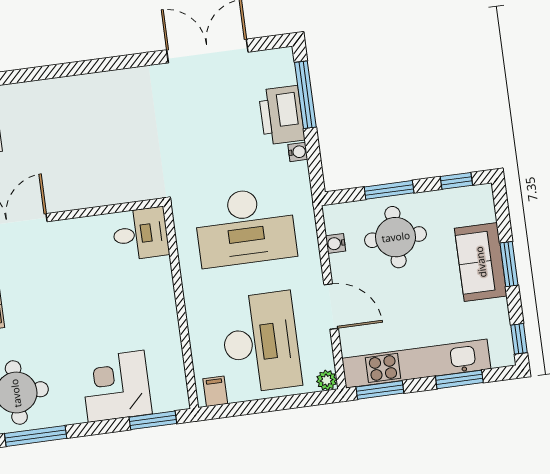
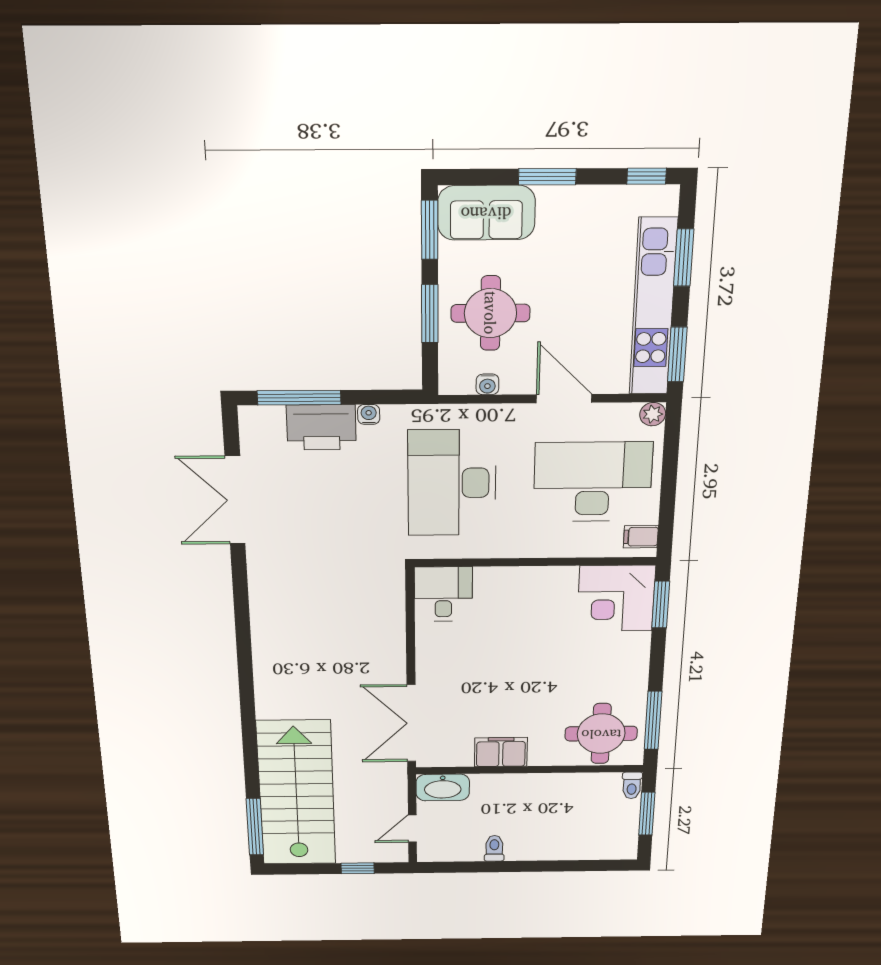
window: (456, 181) -> (430, 230), width x1.50
desk: (245, 227) -> (452, 483), turned 180
sofa: (481, 262) -> (486, 213), moved
door: (331, 307) -> (564, 399), hinge flipped
corner desk: (116, 386) -> (616, 598), moved

